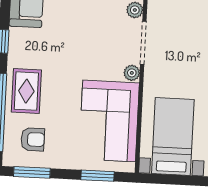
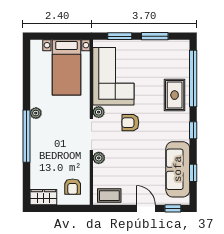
armchair: (33, 139) -> (130, 123), moved
window: (32, 172) -> (155, 36), moved

